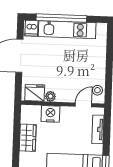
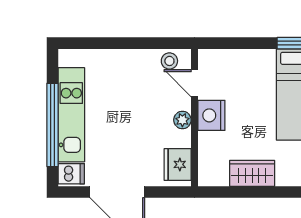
plant: (50, 96) -> (182, 120), moved
nightstand: (50, 114) -> (211, 115), moved
tv unit: (98, 129) -> (234, 58), removed

